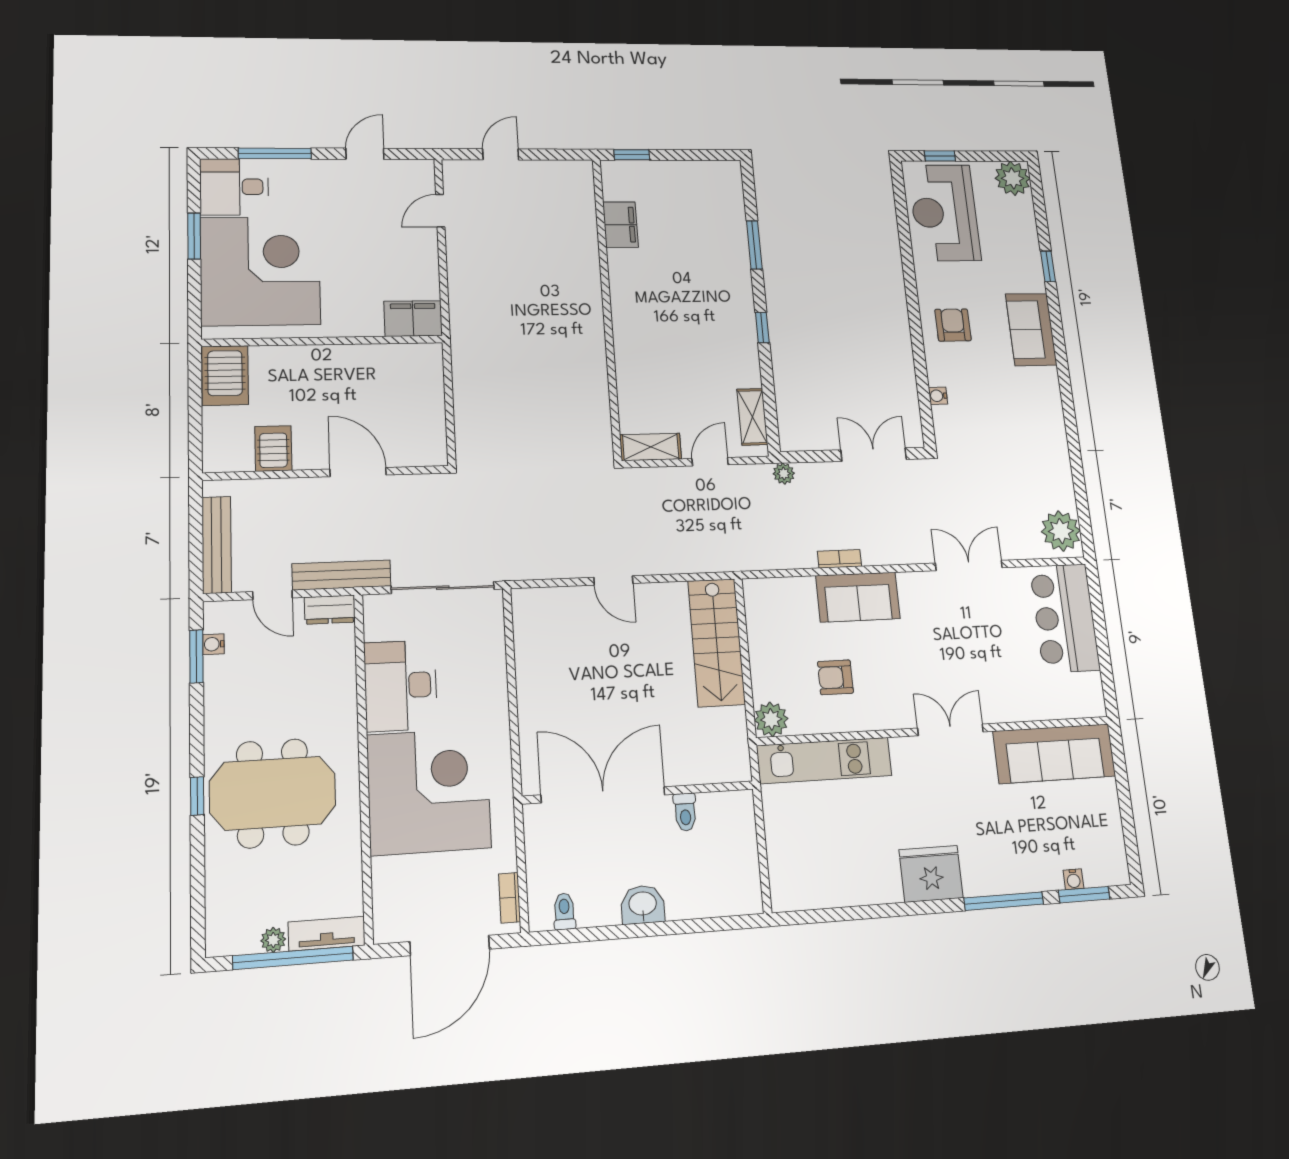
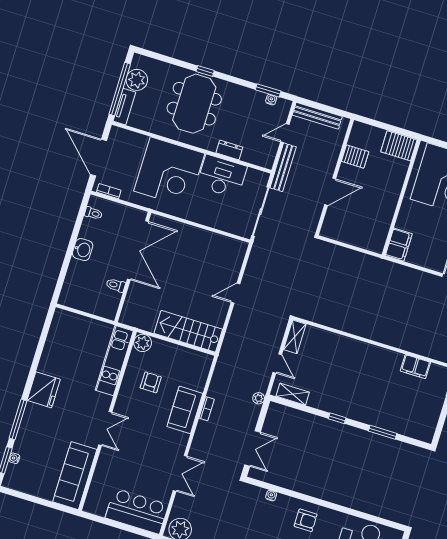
dresser: (330, 610) -> (229, 150), moved, turned 90
plant: (273, 940) -> (137, 80), width x1.87, depth x1.87

